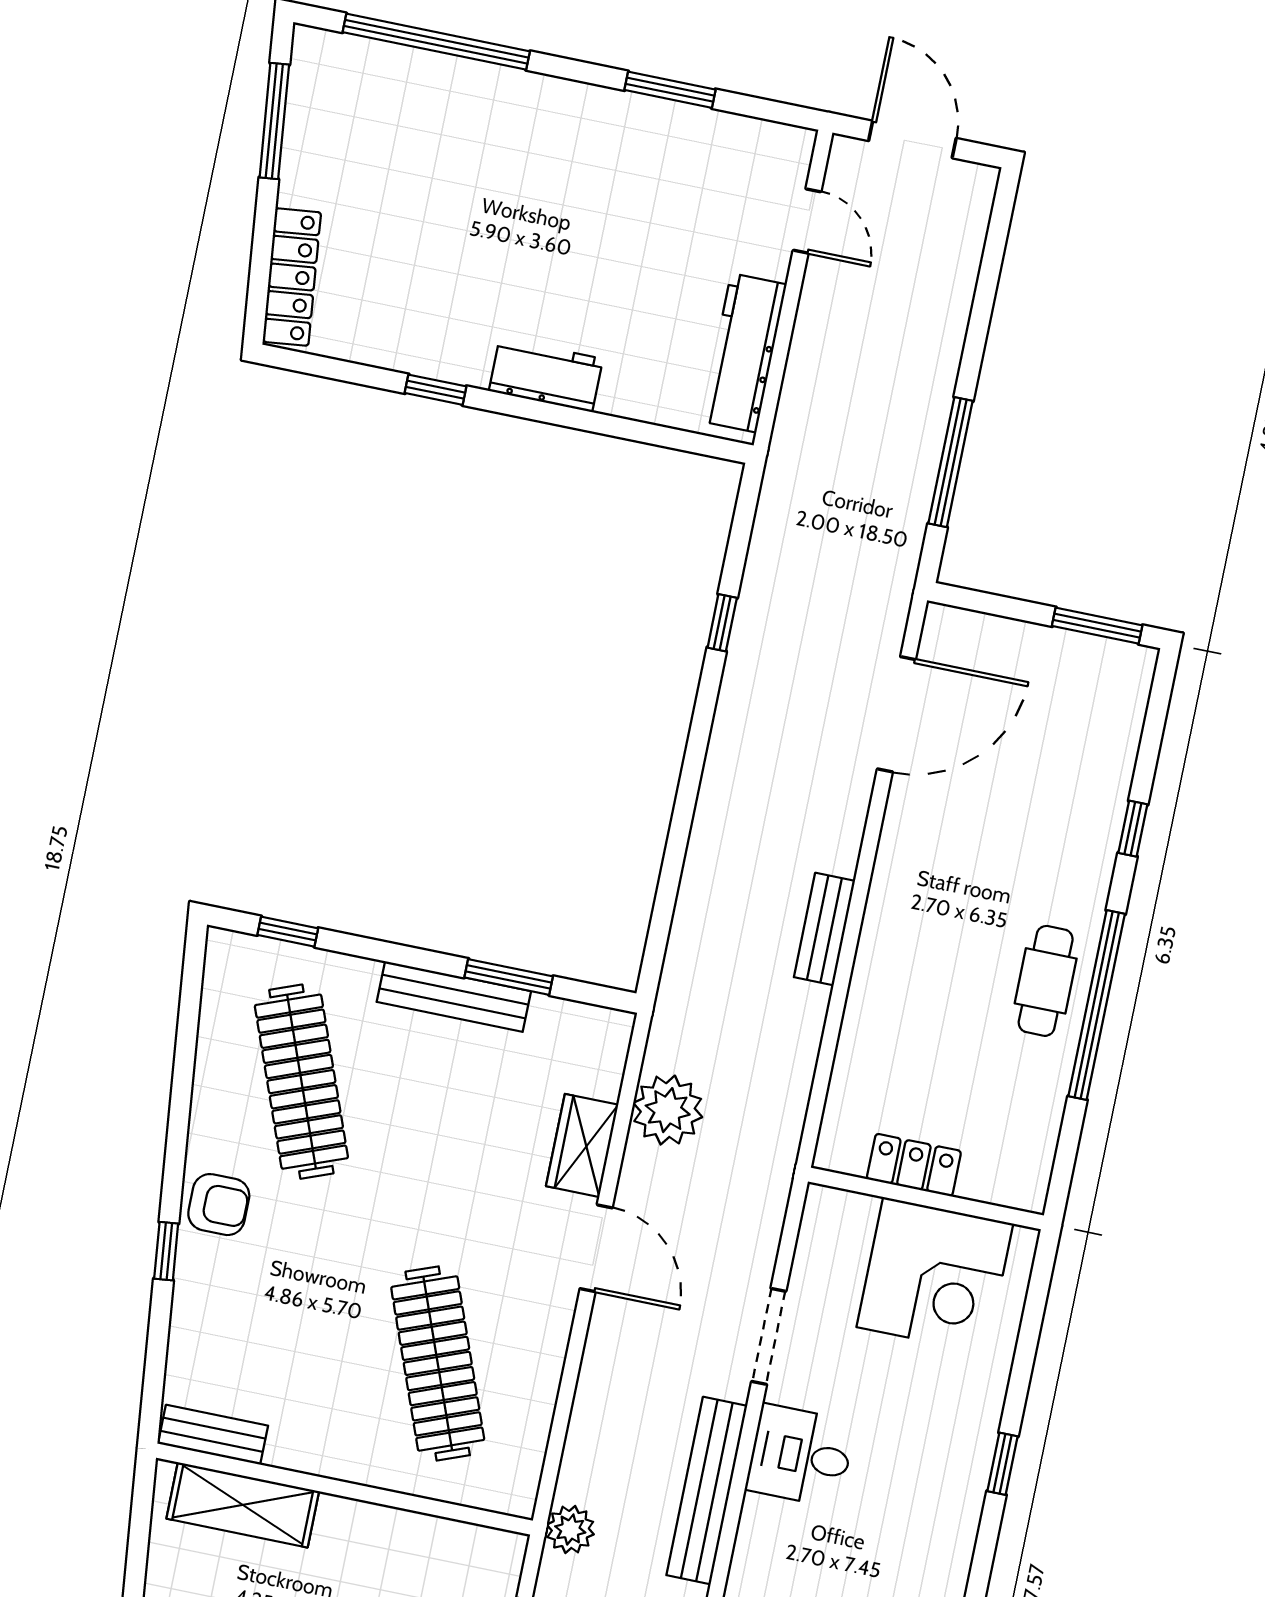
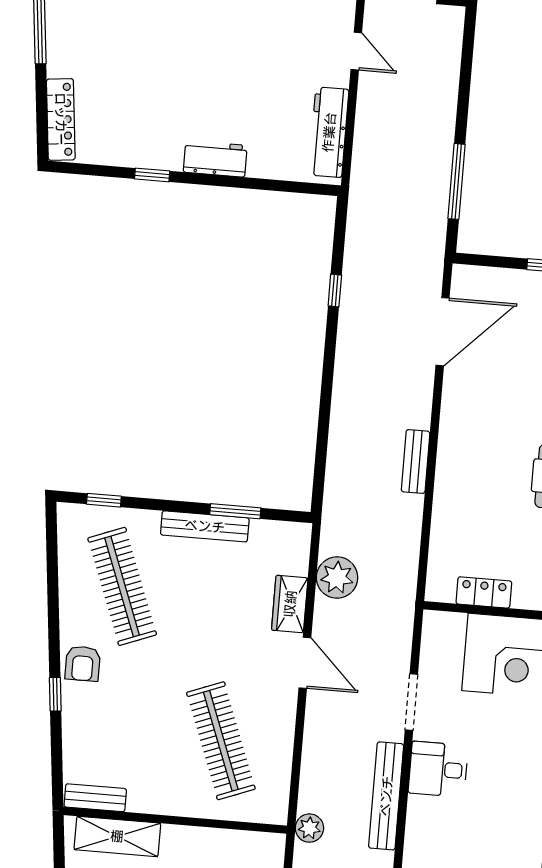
armchair: (219, 1205) -> (83, 664), turned 90

